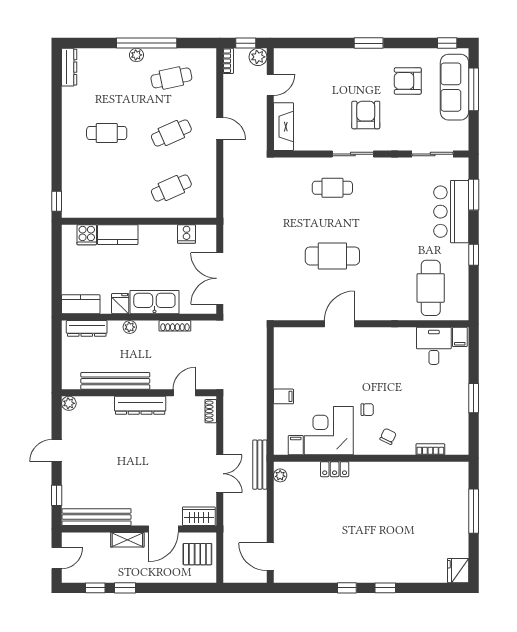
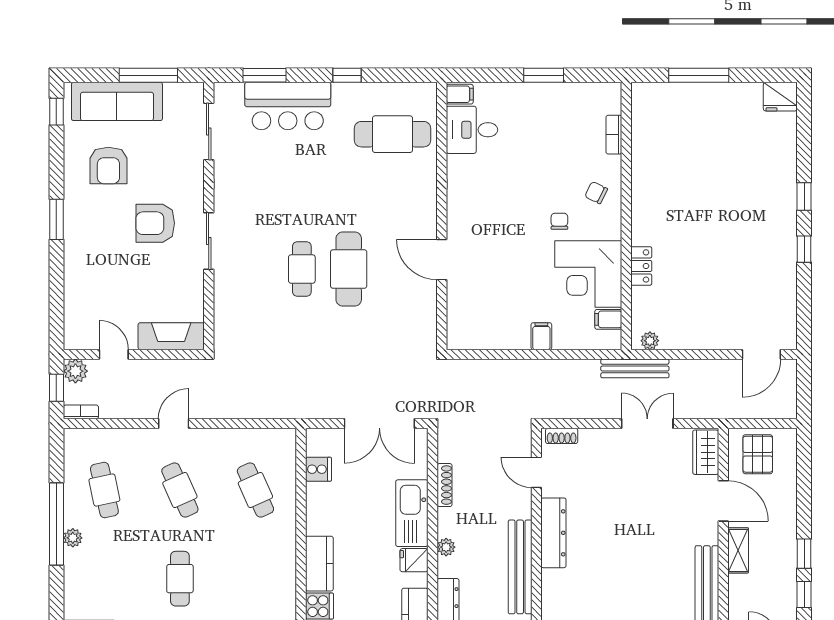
window: (474, 89) -> (148, 75), moved
cafe table: (332, 188) -> (302, 269), moved

